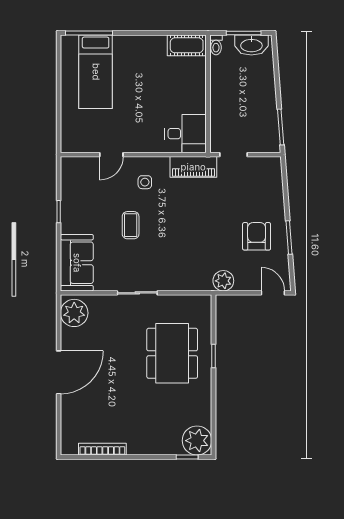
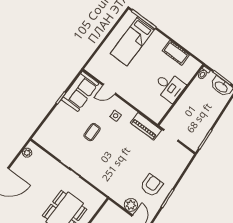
cot: (187, 45) -> (176, 53), moved
desk: (185, 134) -> (169, 87), moved
sofa: (77, 263) -> (80, 91), moved
plant: (223, 281) -> (131, 205), moved
plant: (74, 313) -> (27, 153), width x0.53, depth x0.53

